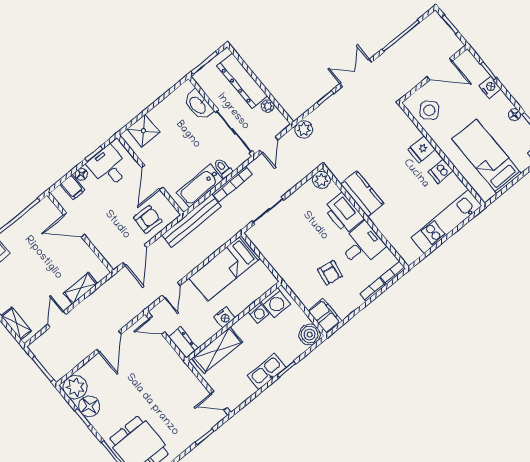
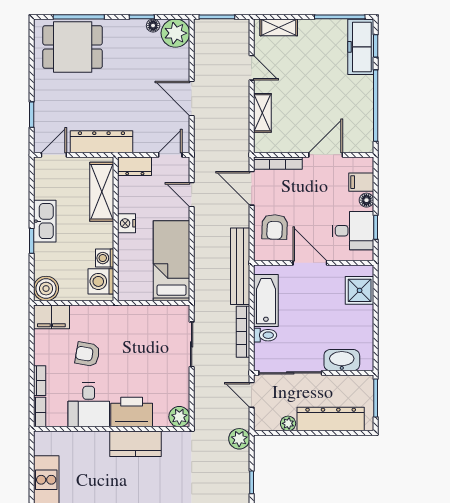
bookcase: (105, 251) -> (278, 163), added
dresser: (185, 377) -> (101, 142), added
floor lamp: (89, 406) -> (153, 26), width x0.53, depth x0.53

